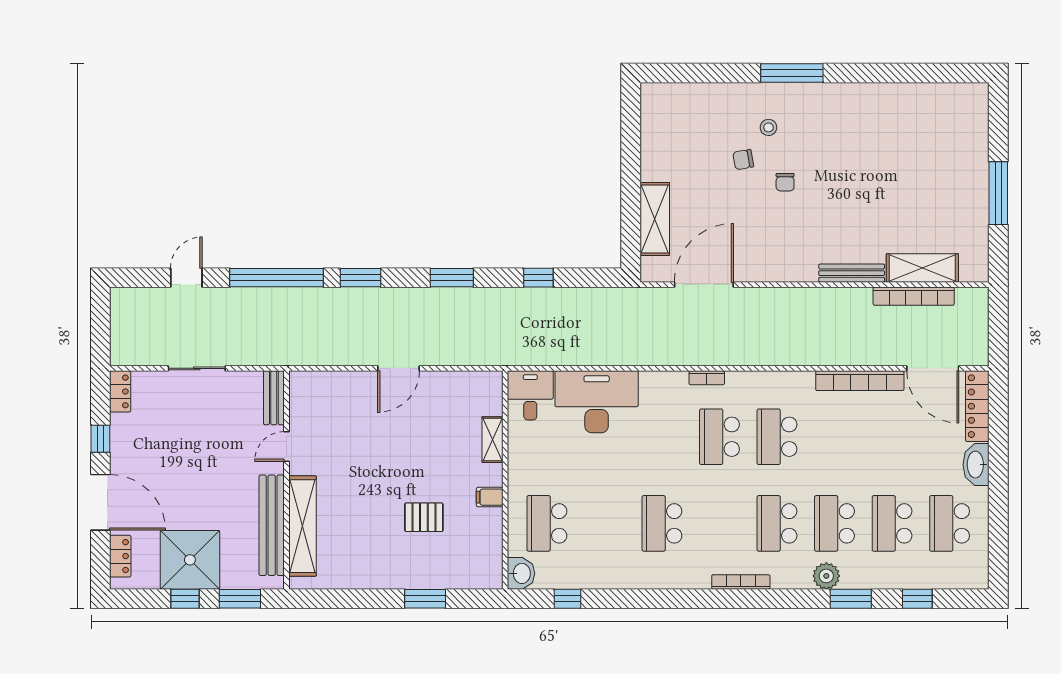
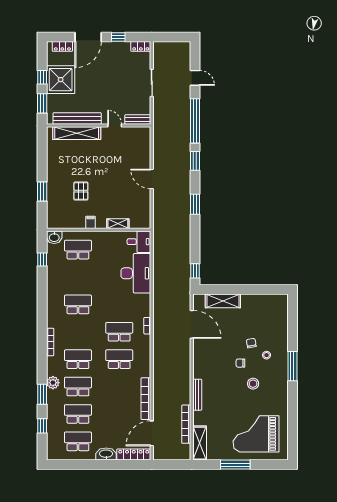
grand piano: (934, 149) -> (256, 434), added
stool: (828, 156) -> (253, 384), added
shelving: (922, 268) -> (200, 443), moved
window: (538, 278) -> (195, 271), moved

